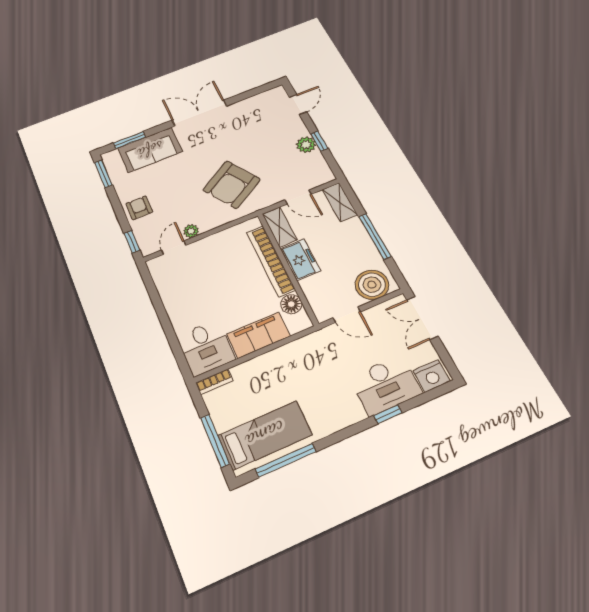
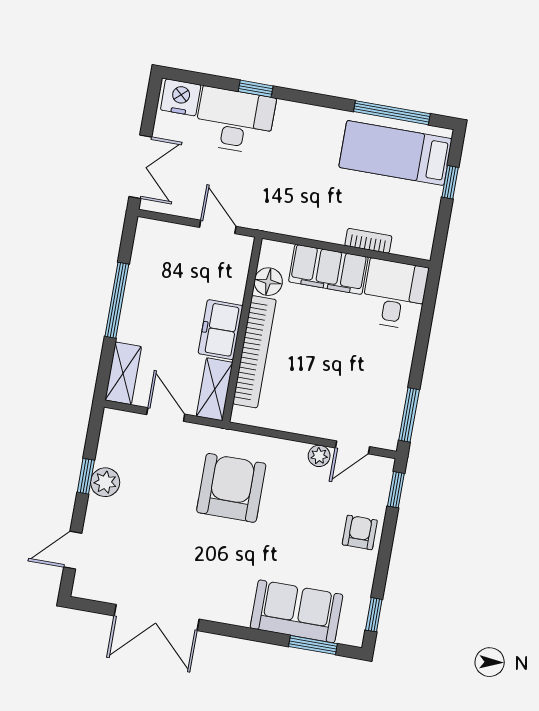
double door: (199, 113) -> (157, 618), moved
window: (103, 174) -> (374, 615), width x0.67
armchair: (232, 185) -> (231, 488), turned -58
armchair: (139, 208) -> (360, 532), turned 180
boiler: (372, 285) -> (164, 243), removed
window: (150, 286) -> (409, 415), added
bookcase: (214, 382) -> (368, 241), moved
window: (215, 441) -> (450, 182), width x0.46

